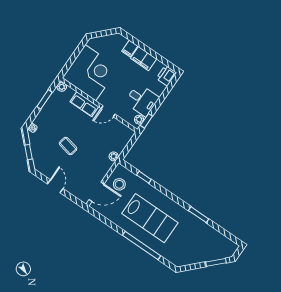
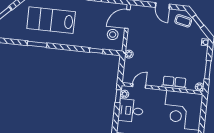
door: (108, 111) -> (139, 86), moved
coffee table: (68, 146) -> (183, 21), moved
lab bench: (150, 218) -> (51, 20), moved

